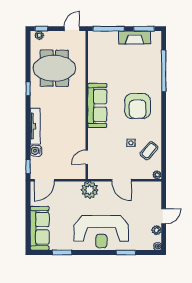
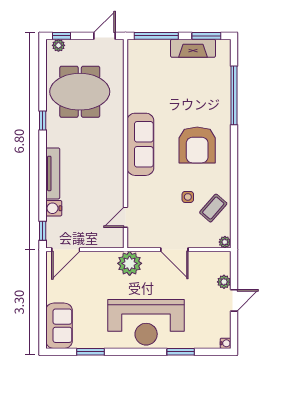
sofa: (40, 228) -> (59, 326), width x0.73
plant: (157, 230) -> (224, 282), moved

